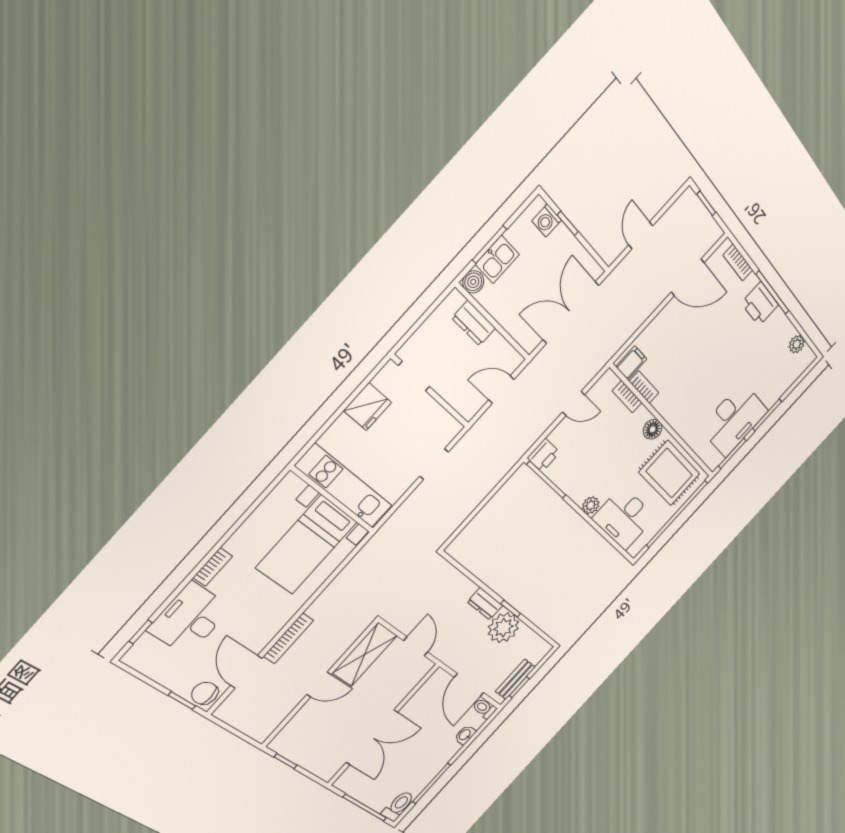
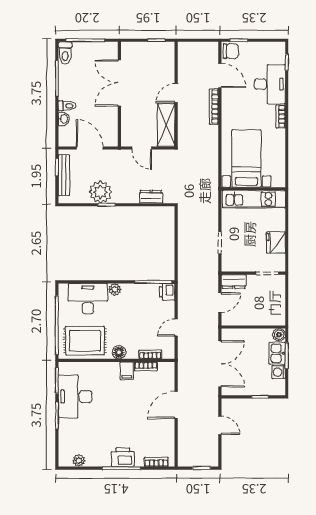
washing machine: (547, 221) -> (279, 372), moved, turned -90
door: (688, 277) -> (176, 405), moved
dresser: (474, 323) -> (234, 282), moved, turned 180
filing cabinet: (631, 363) -> (127, 371), moved
dresser: (485, 604) -> (151, 197), moved
bench: (515, 679) -> (64, 175), width x1.36
toilet: (484, 708) -> (67, 106), moved

